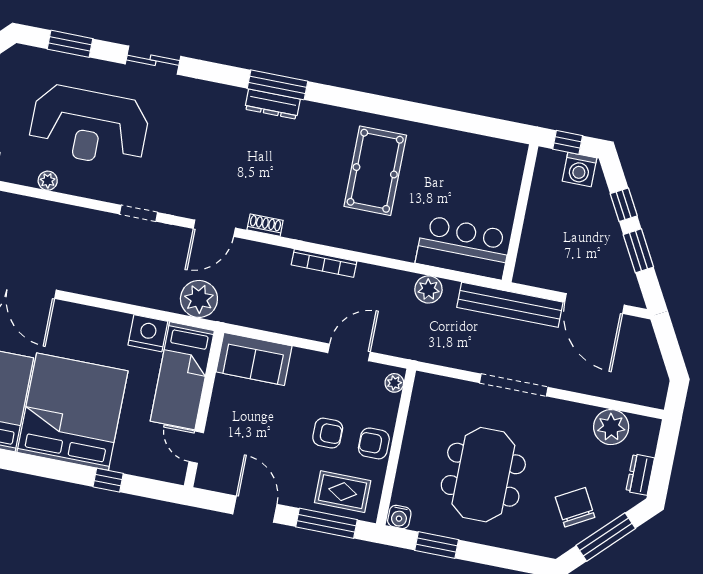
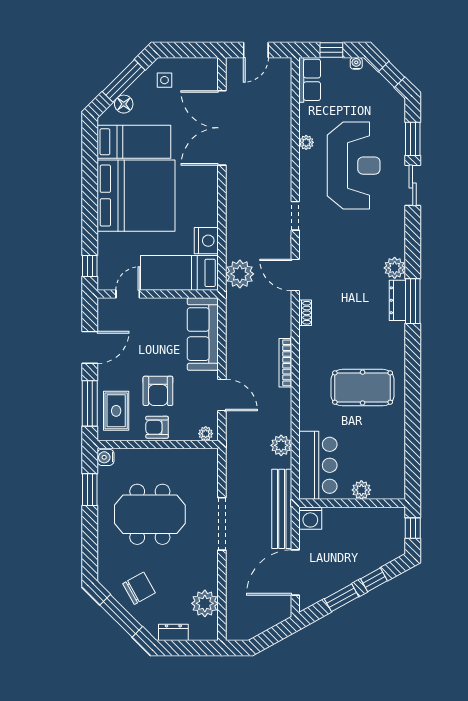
sliding door: (153, 60) -> (413, 185), moved
plant: (230, 100) -> (395, 268), added
reception desk: (89, 126) -> (354, 166), turned 180
washing machine: (579, 169) -> (310, 518), moved, turned -90
plant: (506, 198) -> (361, 490), added
sofa: (254, 359) -> (203, 334), width x1.36
armchair: (328, 433) -> (158, 391), width x1.38, depth x1.38
armchair: (374, 443) -> (157, 427), turned -90
window: (108, 480) -> (90, 266), moved

